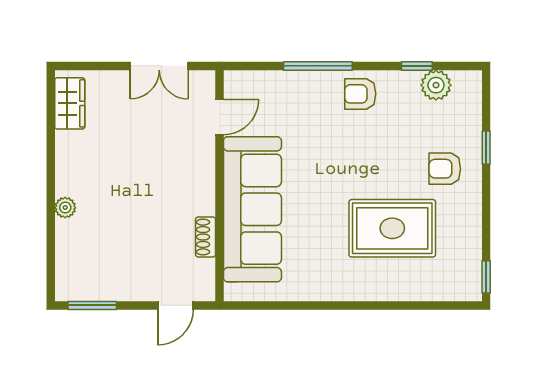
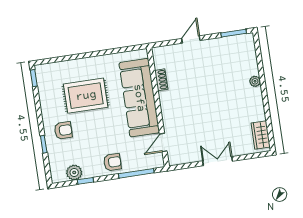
door: (219, 117) -> (163, 142), moved
wall: (219, 186) -> (158, 107), moved
sofa: (252, 209) -> (139, 98), moved
shoe rack: (206, 237) -> (161, 80), moved

